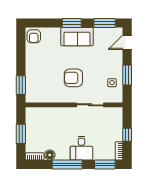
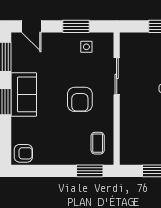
coffee table: (41, 91) -> (98, 143), added

